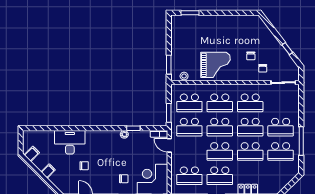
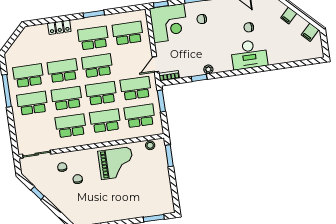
grand piano: (216, 65) -> (116, 163), turned 180
desk: (70, 142) -> (249, 54), moved
door: (169, 145) -> (155, 64), swing flipped

